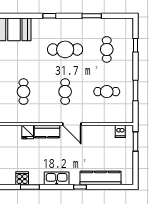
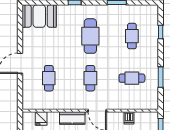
cafe table: (65, 49) -> (90, 36), turned 90
dishwasher: (120, 131) -> (129, 118), moved
fridge: (28, 132) -> (41, 119), moved

